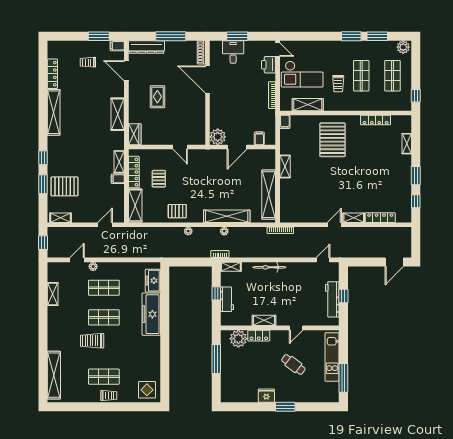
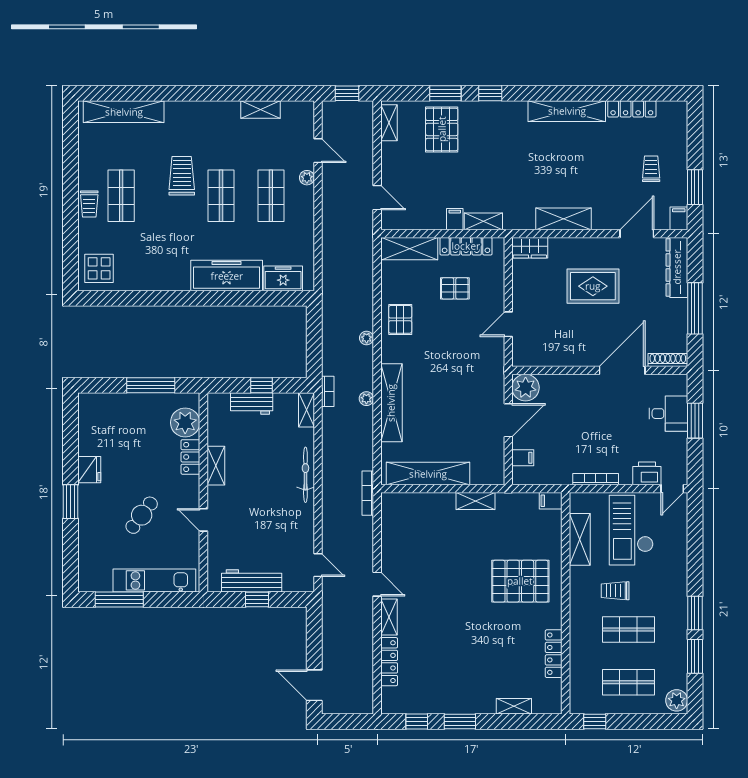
rug: (157, 97) -> (593, 286), width x1.36, depth x1.43
door: (237, 147) -> (508, 420), swing flipped

